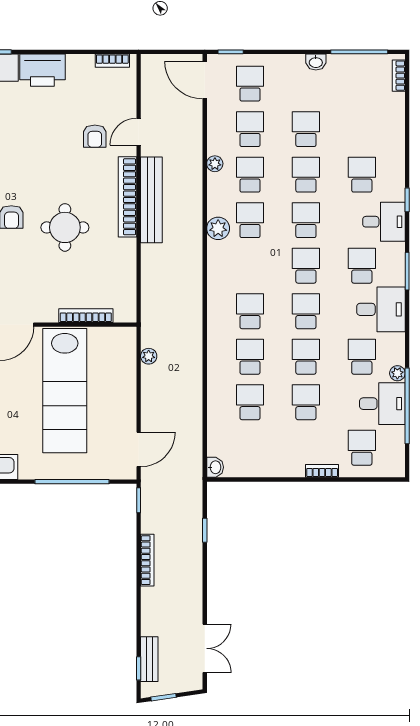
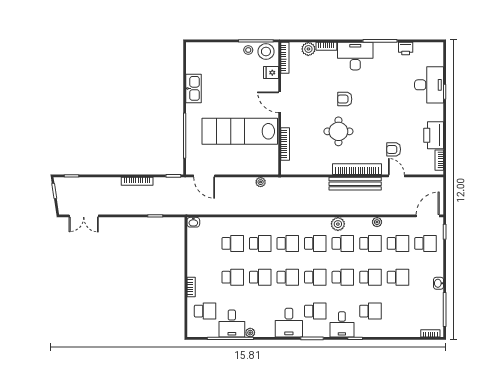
printer: (42, 70) -> (434, 135), moved
school desk: (362, 357) -> (315, 243), moved
bench: (149, 659) -> (77, 182), removed

